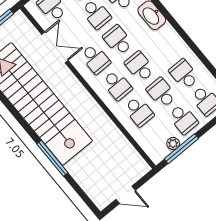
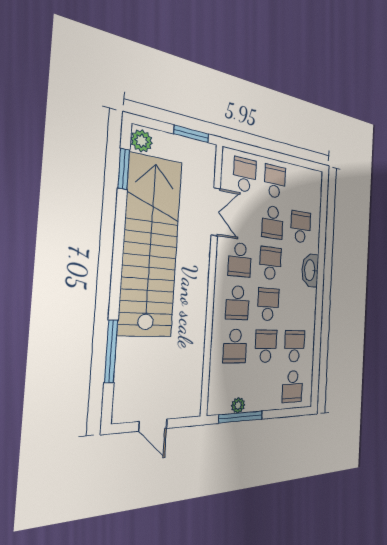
school desk: (183, 119) -> (264, 388), removed
window: (52, 158) -> (111, 351), moved

